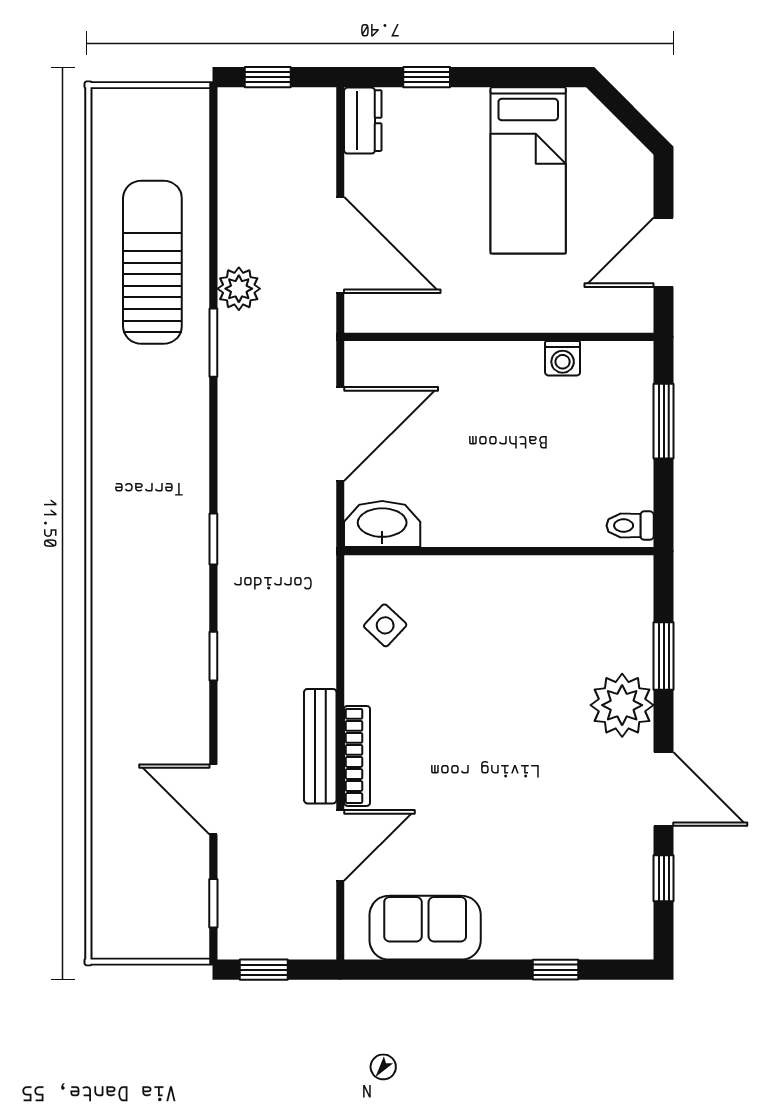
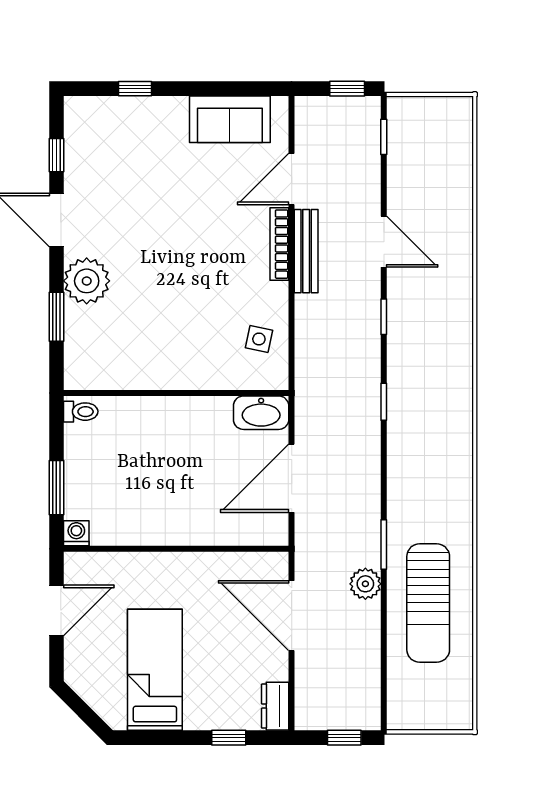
washing machine: (563, 358) -> (76, 533), moved
side table: (385, 625) -> (259, 339), turned -31
door: (213, 799) -> (384, 242), moved

